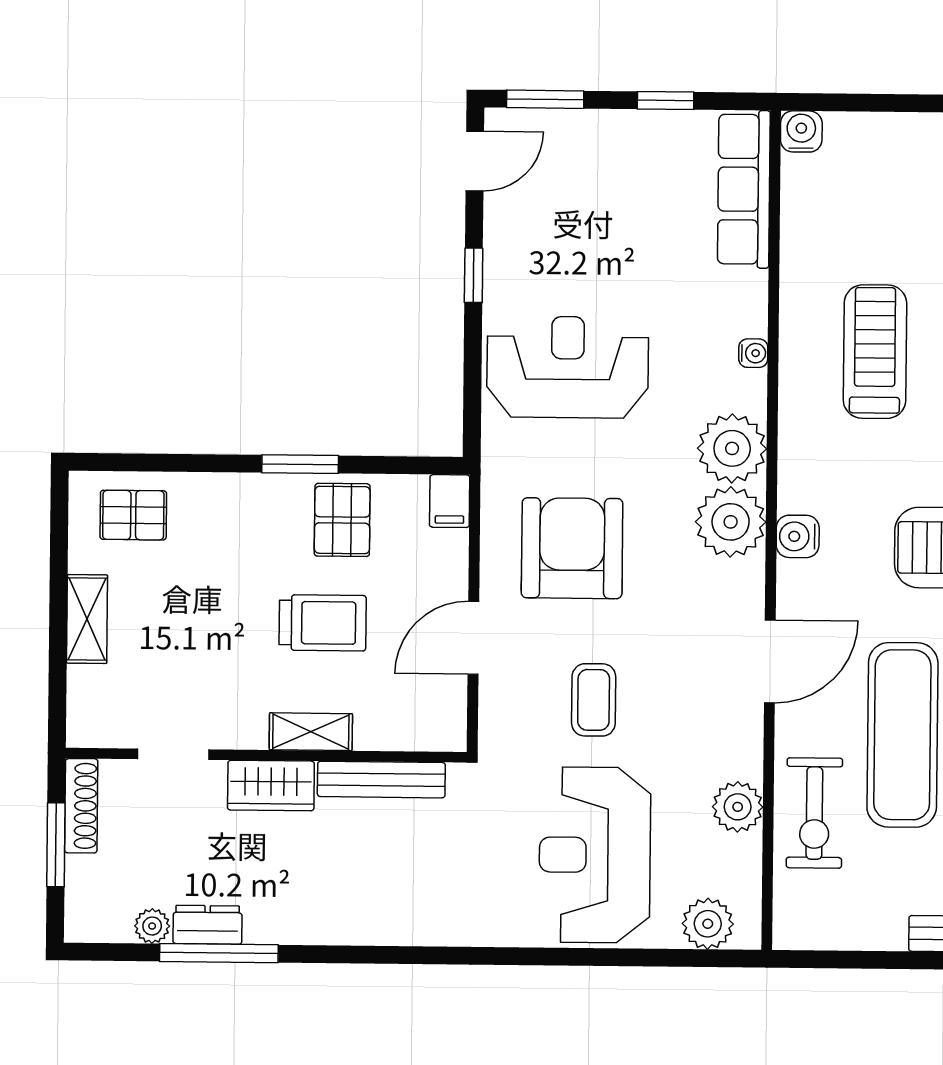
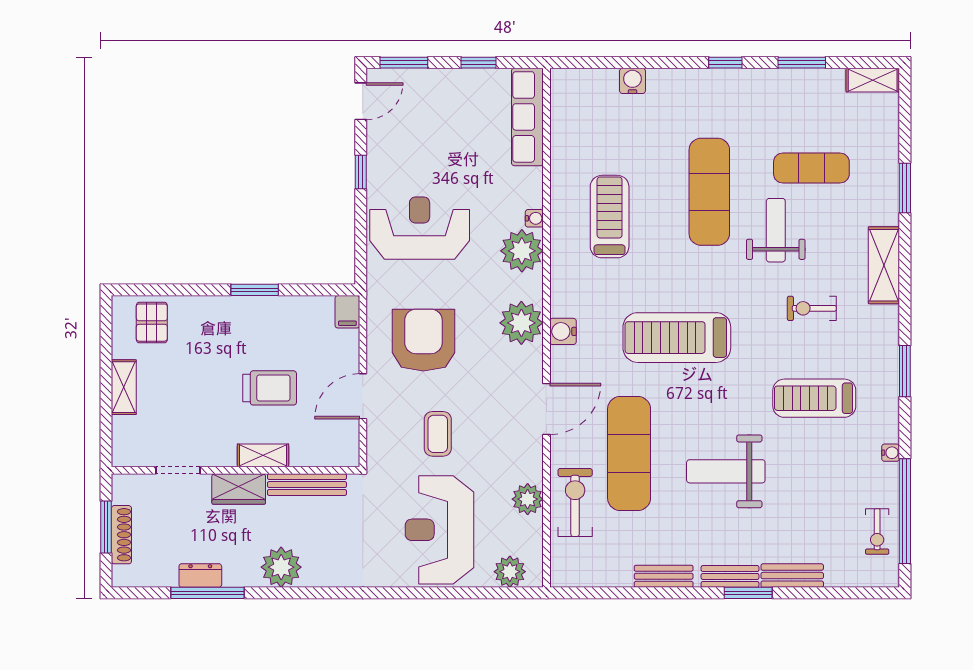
water cooler: (801, 131) -> (632, 81), moved
plant: (732, 448) -> (522, 251), moved
pallet: (133, 515) -> (152, 323), turned 90
pallet: (342, 520) -> (281, 324), removed
shoe rack: (81, 806) -> (121, 535), moved
exercise bike: (814, 813) -> (575, 502), turned 180
plant: (152, 926) -> (281, 567), moved, width x1.88, depth x1.88

